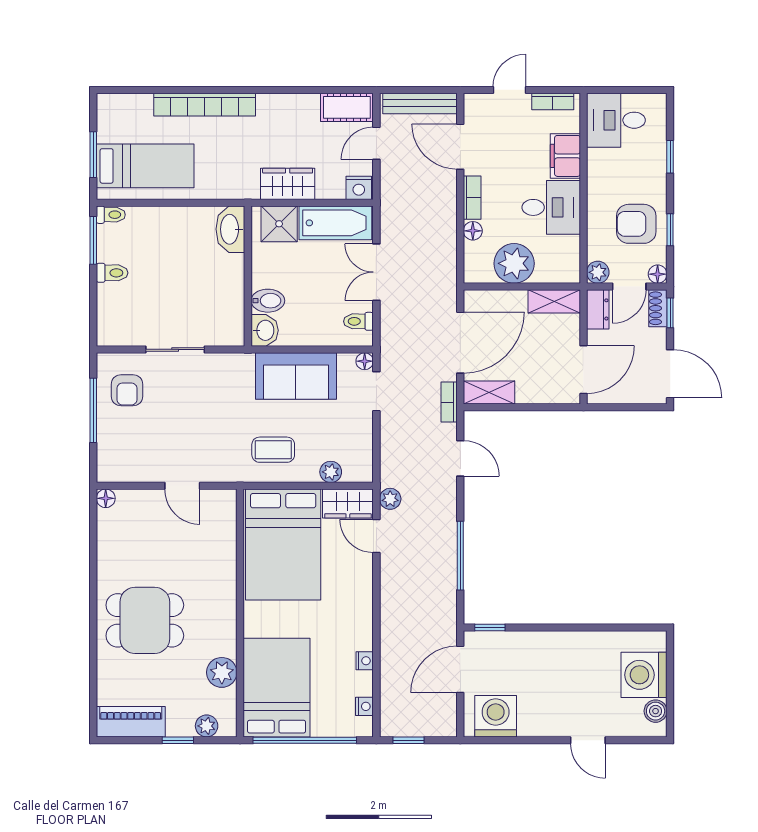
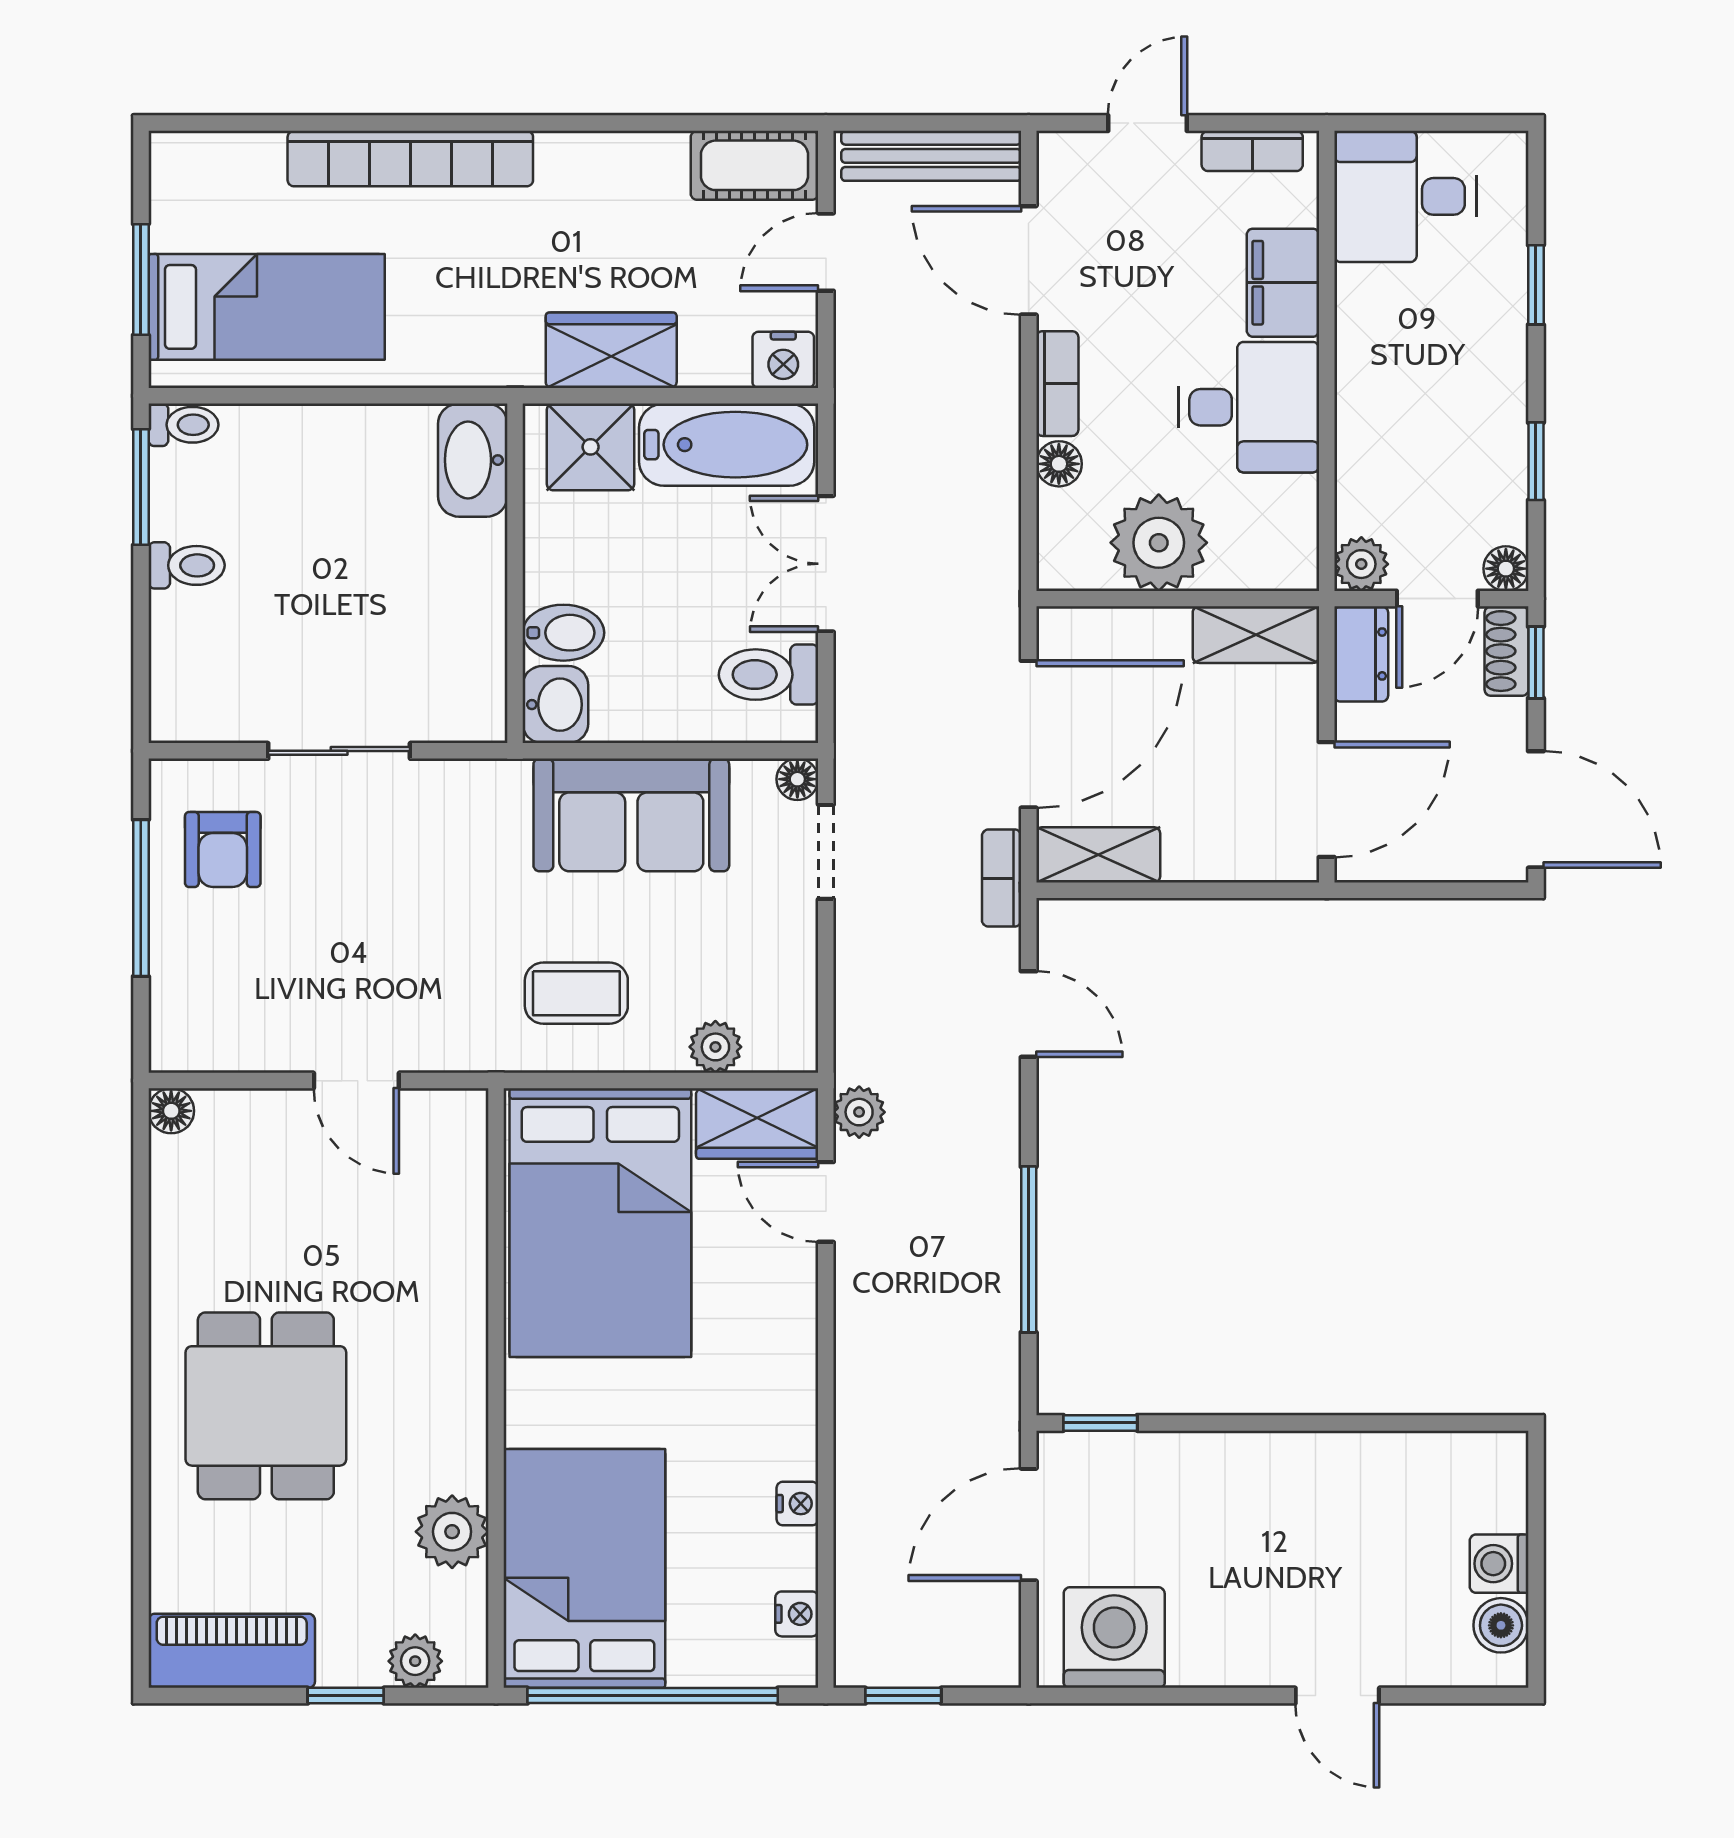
armchair: (636, 224) -> (1454, 447), removed
toilet: (358, 321) -> (769, 675), width x1.37, depth x1.39
dining table: (145, 620) -> (266, 1406), turned 90
washing machine: (644, 675) -> (1499, 1564), width x0.53, depth x0.53

